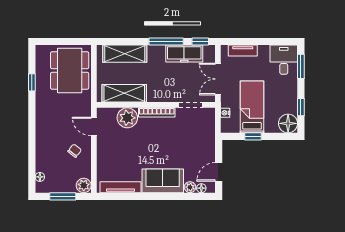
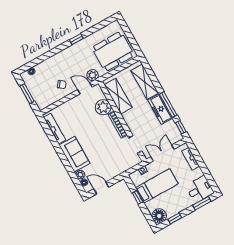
freezer: (184, 54) -> (160, 109), moved
window: (32, 82) -> (76, 39), moved
door: (94, 127) -> (85, 88), hinge flipped
plant: (84, 185) -> (93, 75), moved

